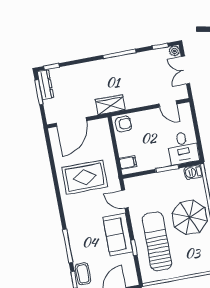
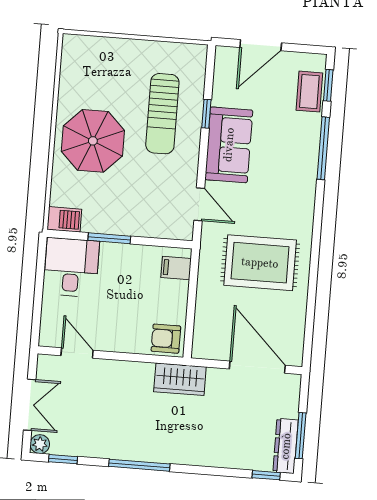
door: (71, 122) -> (257, 367), hinge flipped
sun lounger: (157, 241) -> (162, 114), width x0.73, depth x0.75

